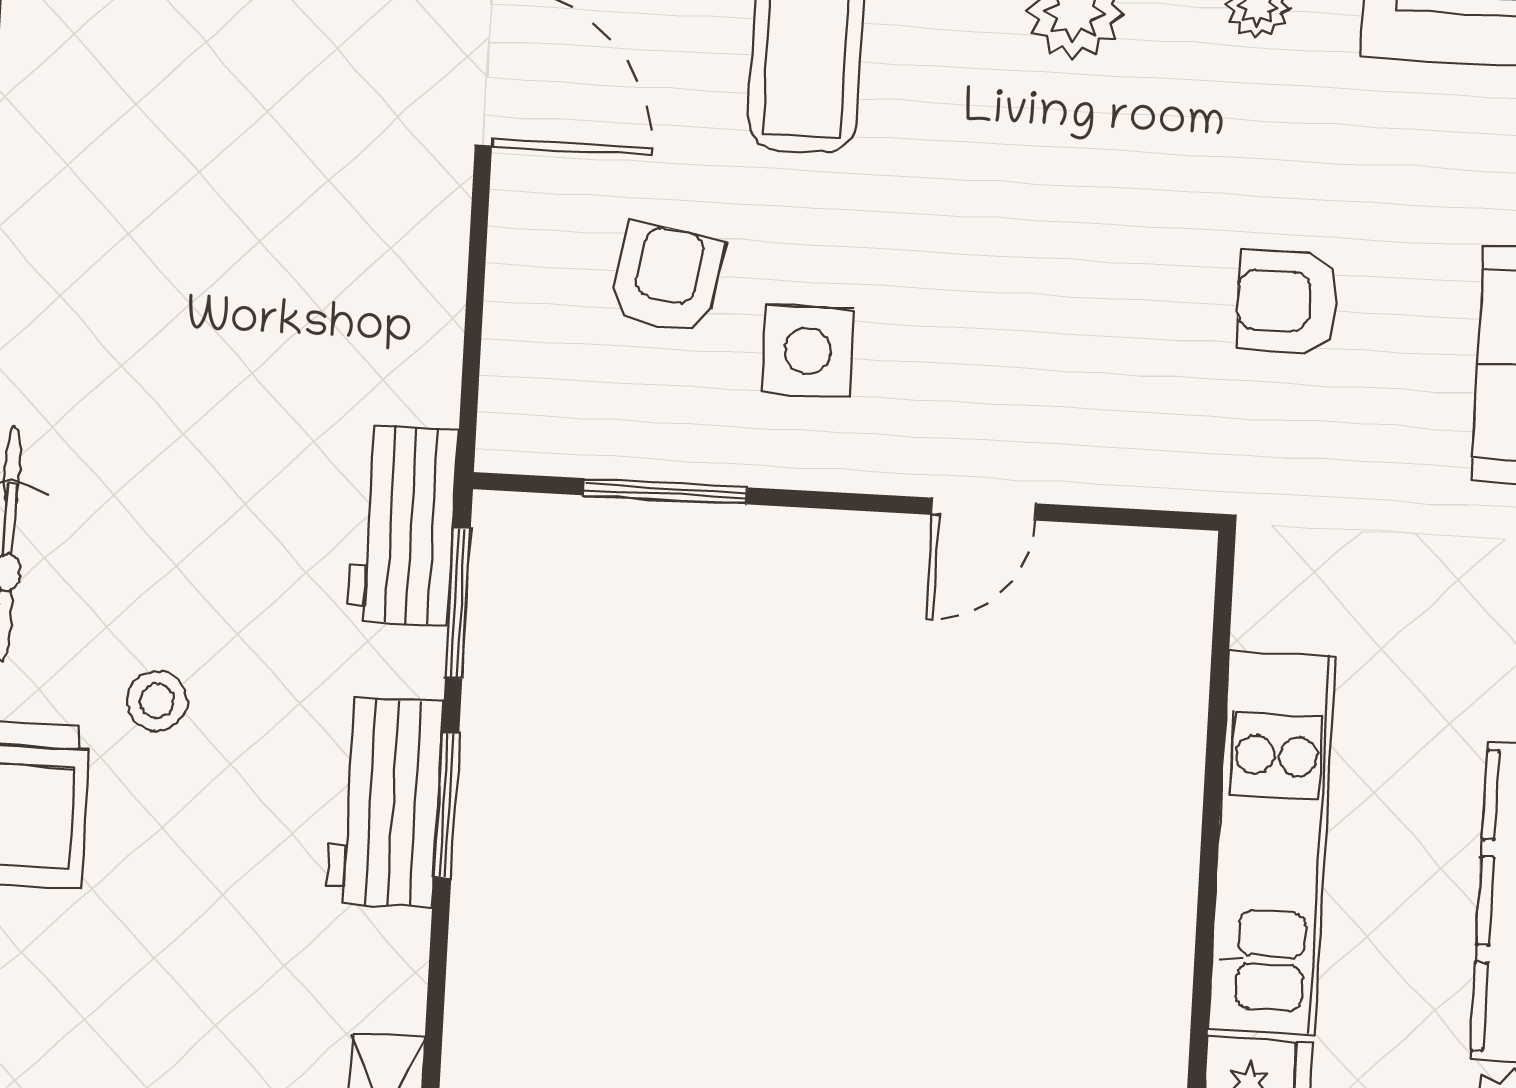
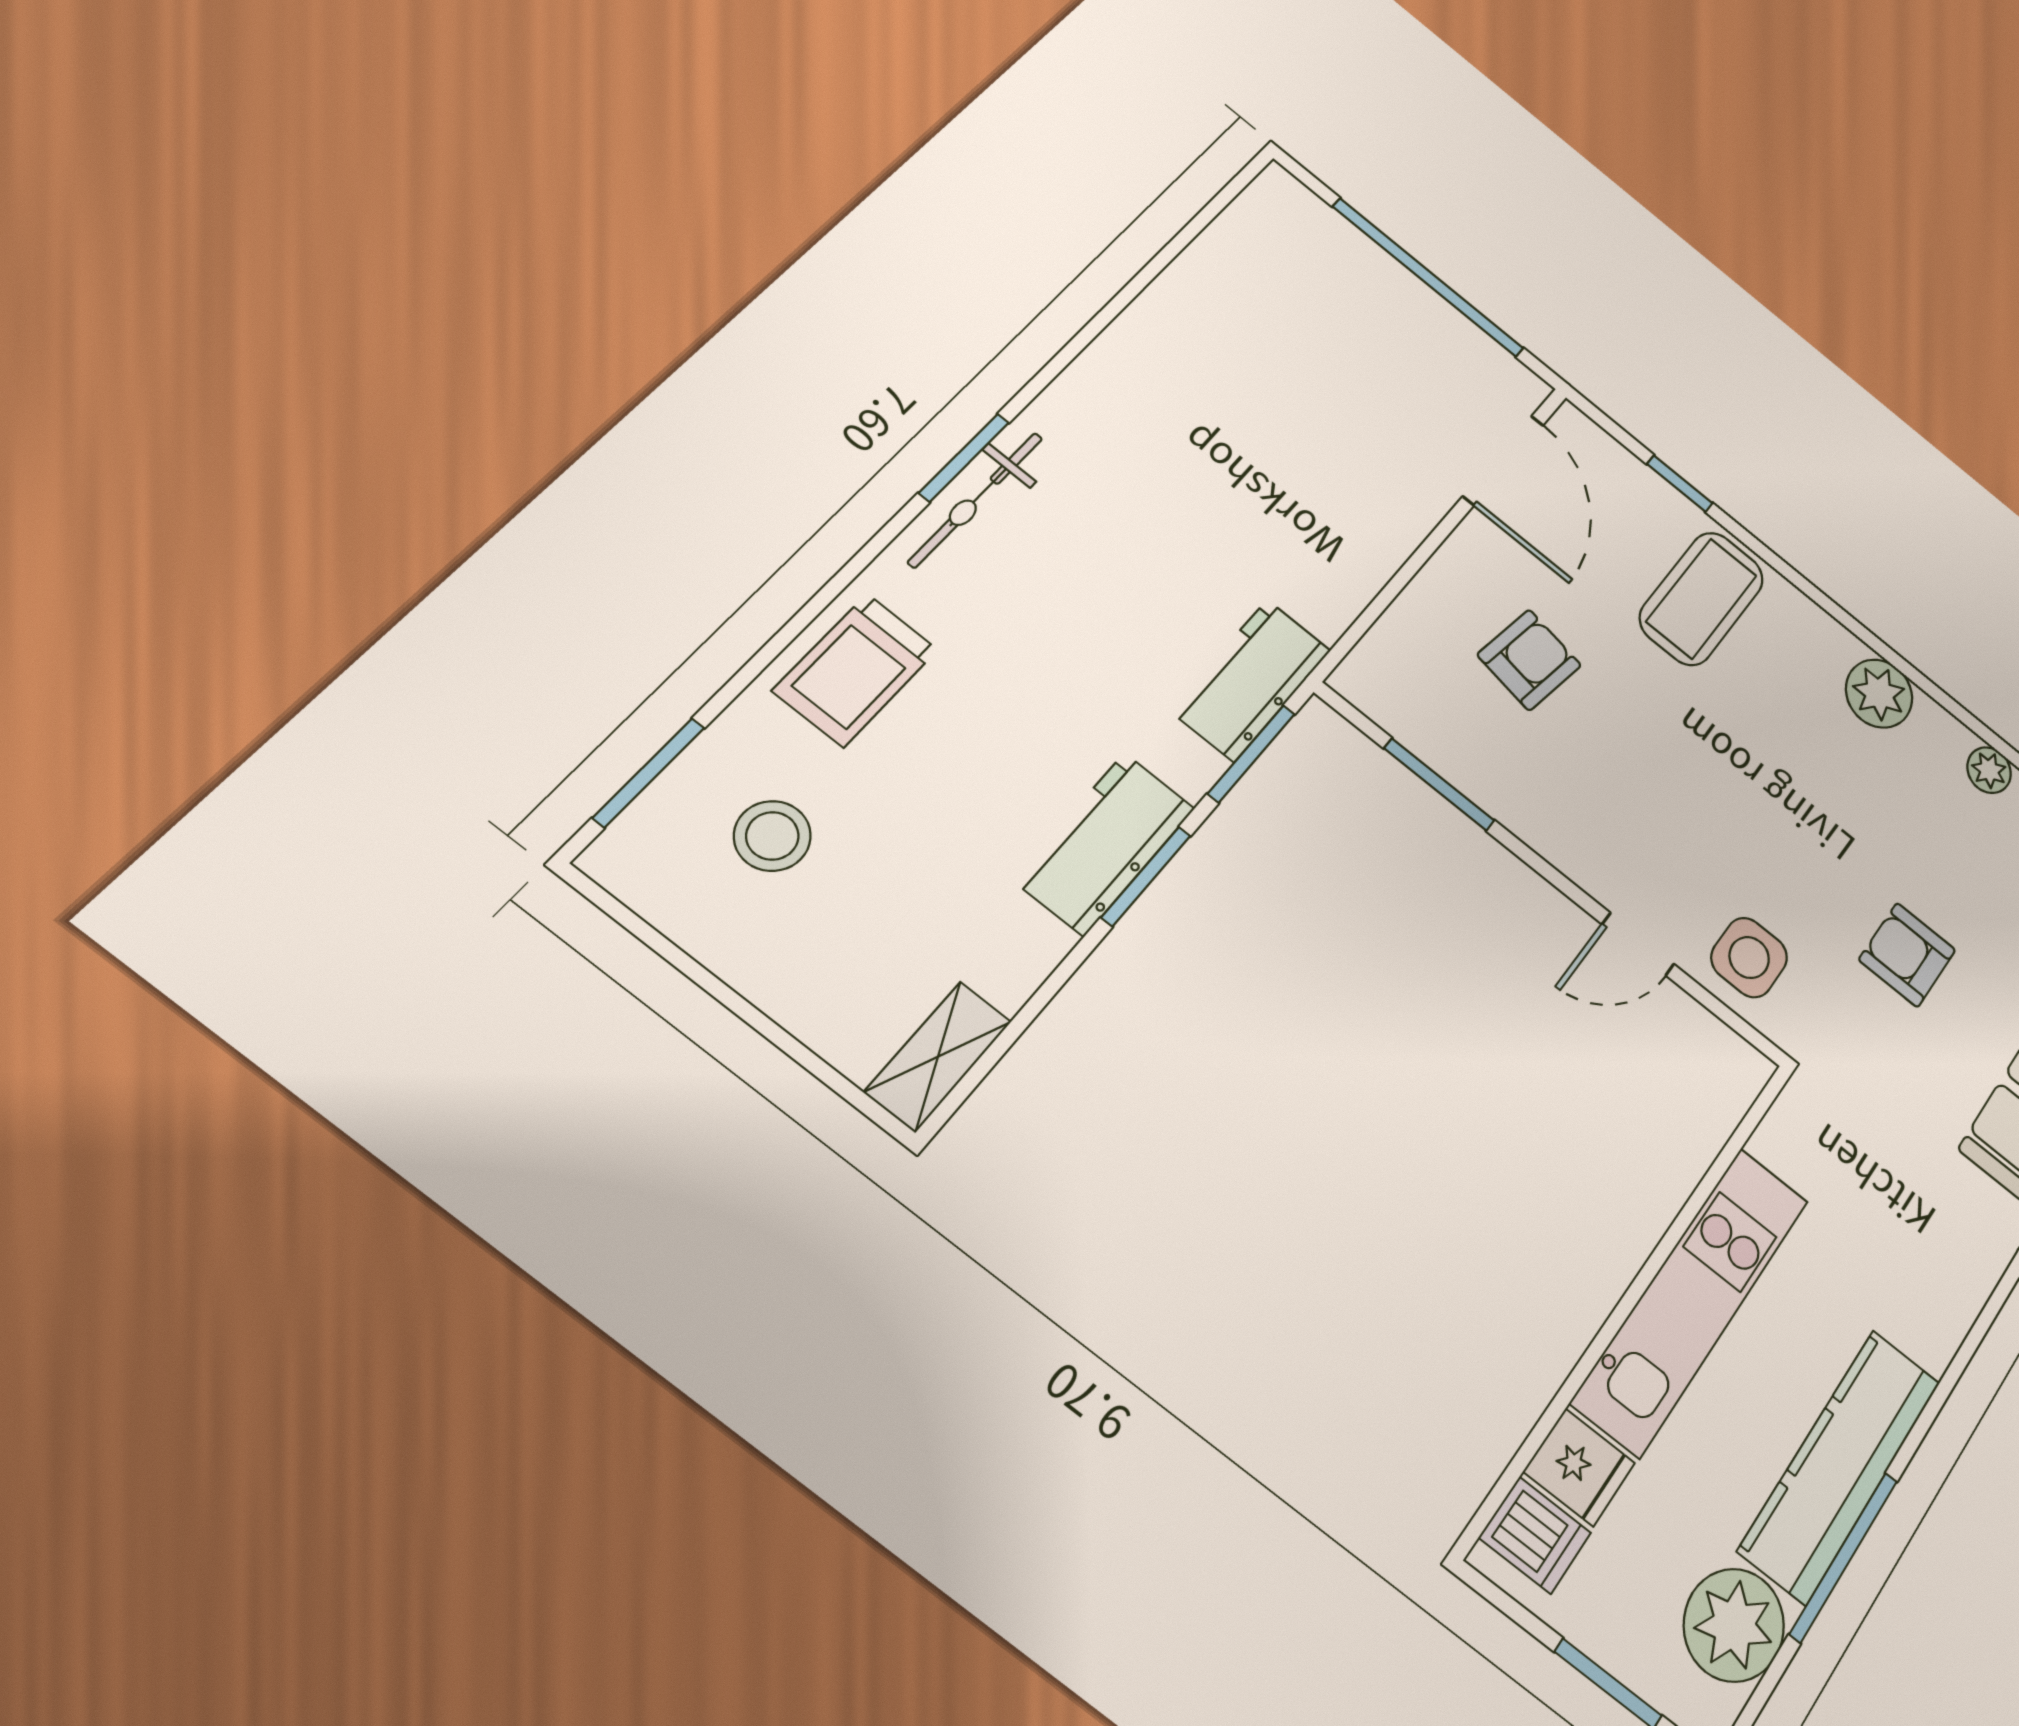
side table: (808, 351) -> (1749, 958), moved
stool: (157, 701) -> (772, 836), moved, width x1.37, depth x1.37

